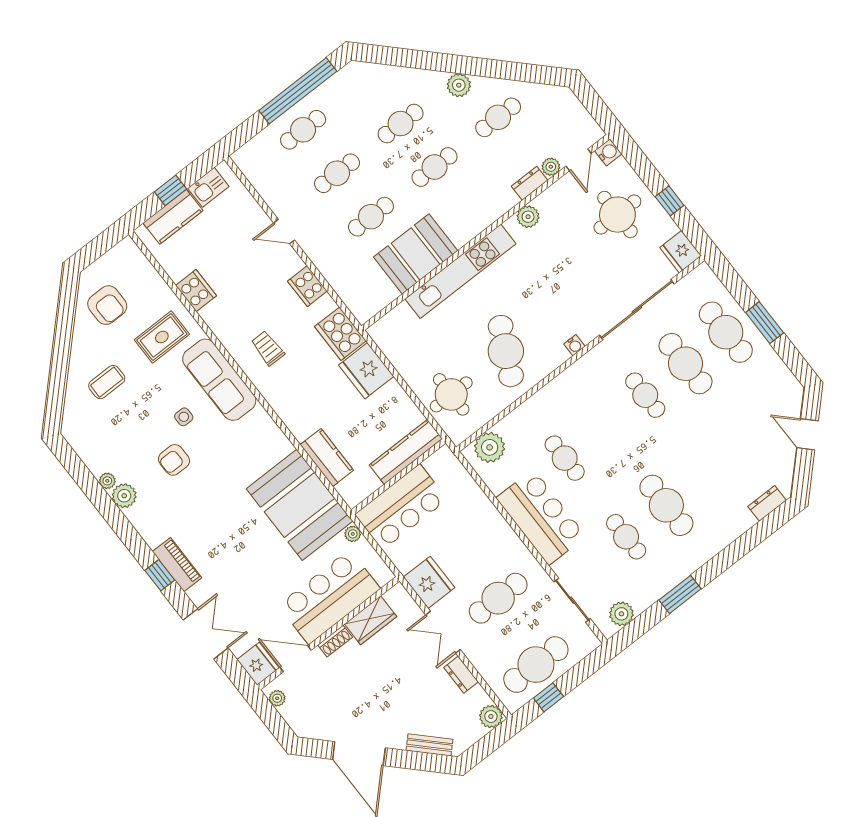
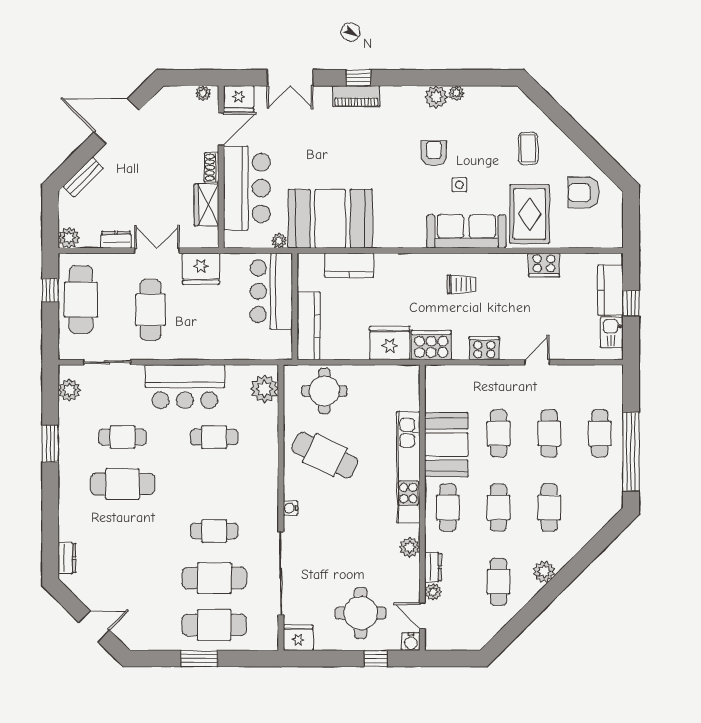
window: (670, 201) -> (376, 659), moved
cafe table: (468, 210) -> (448, 508), added
rug: (162, 337) -> (530, 214), width x1.36, depth x1.43

